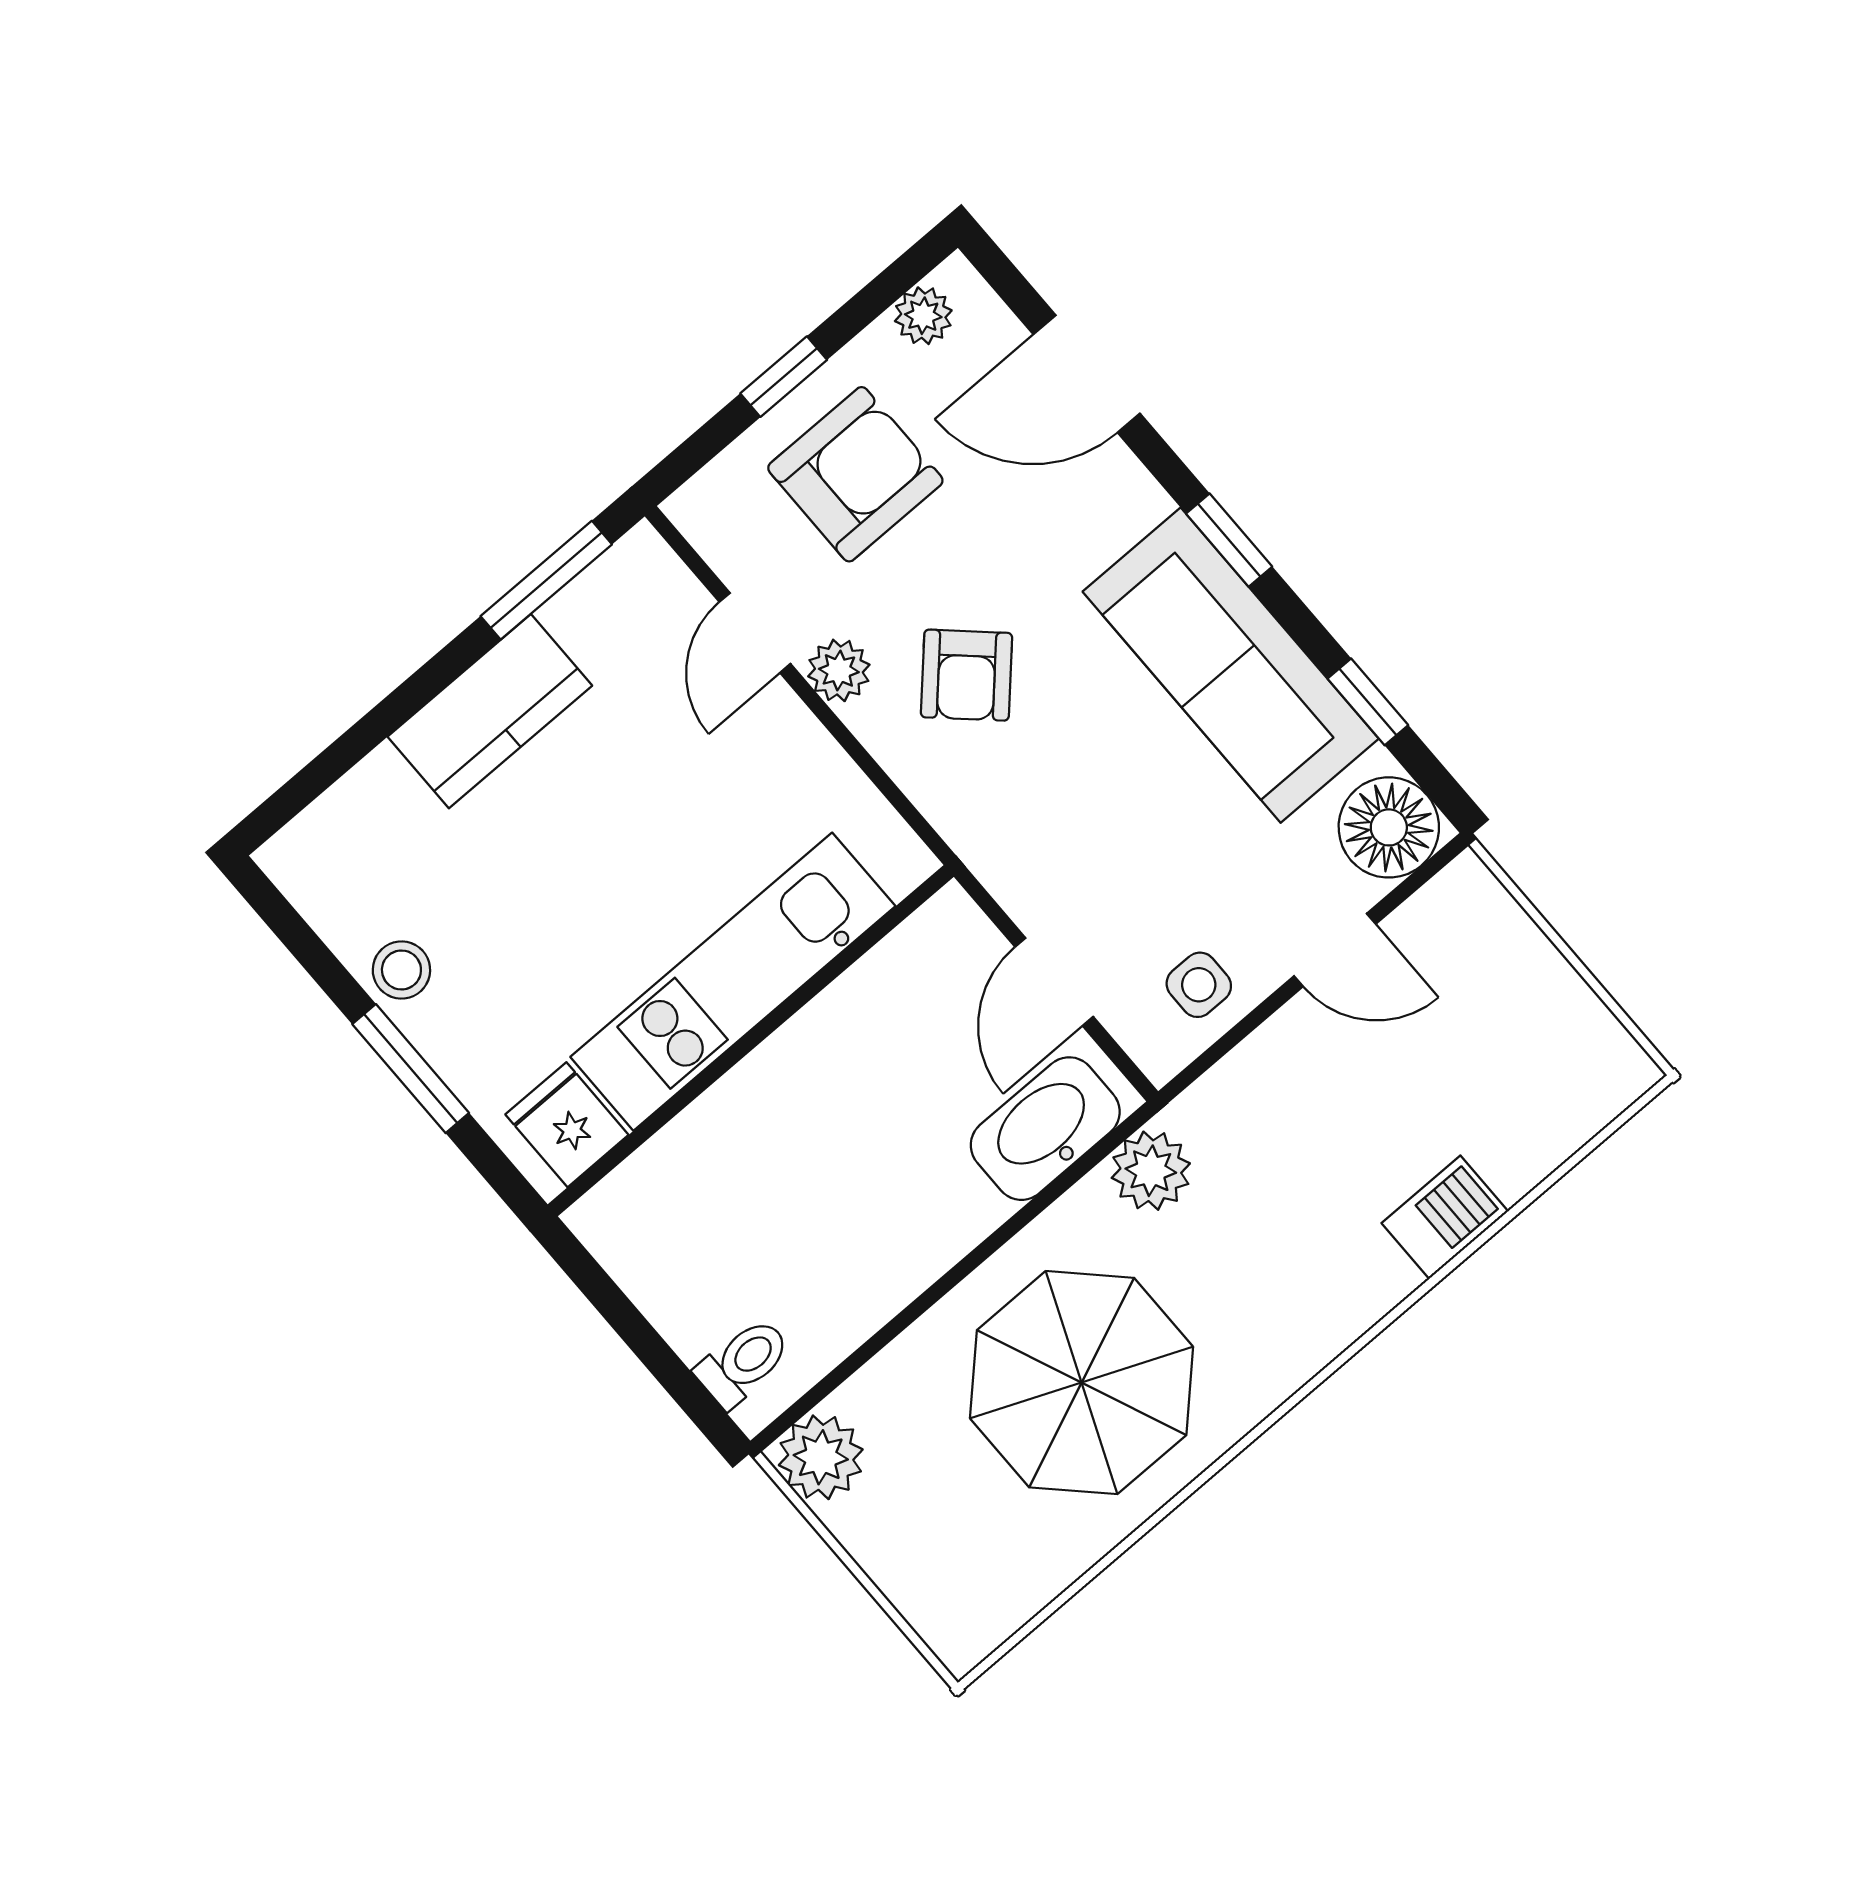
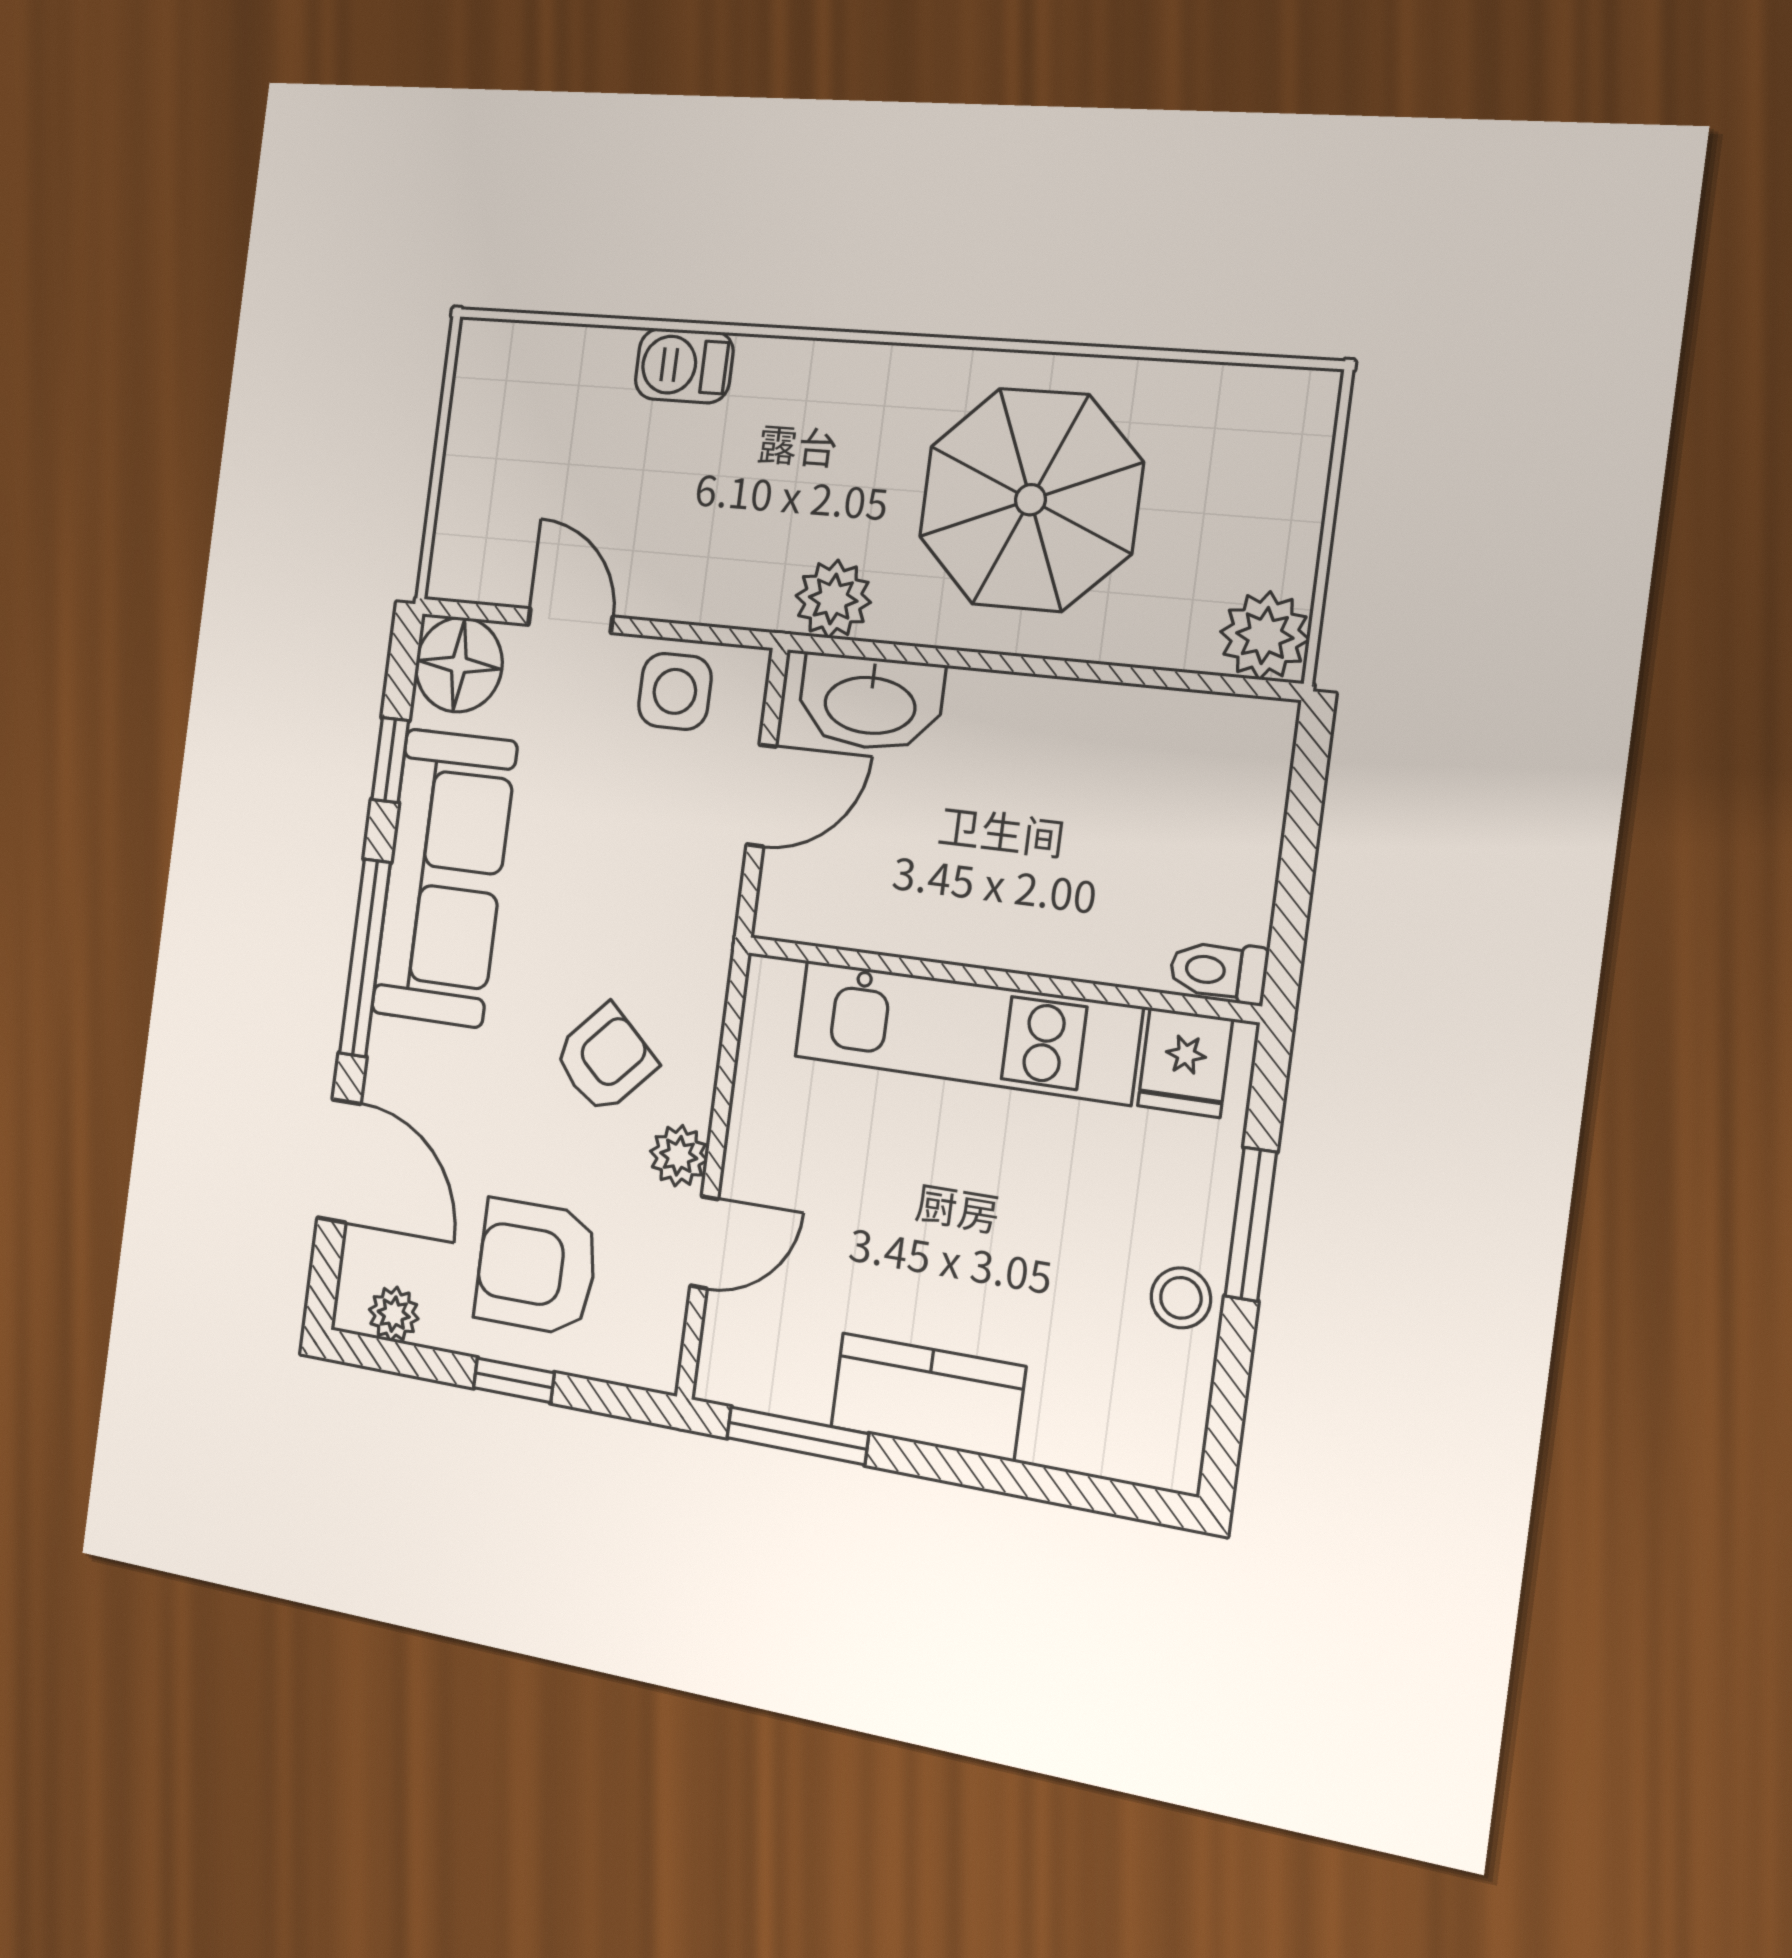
window: (1229, 540) -> (365, 958), width x2.17
side table: (1199, 985) -> (675, 691), width x1.37, depth x1.37
toilet: (743, 1362) -> (1219, 971), moved

